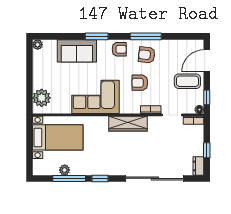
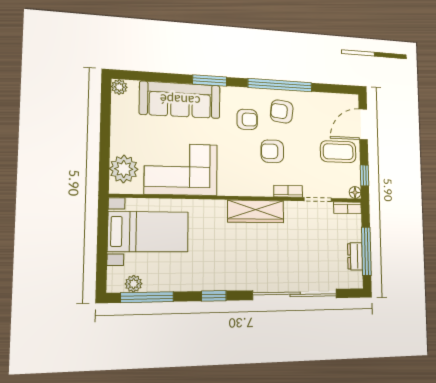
window: (146, 36) -> (280, 85), width x1.46
armchair: (119, 49) -> (247, 119), moved
sofa: (77, 51) -> (180, 100), width x1.36
corner sofa: (95, 97) -> (181, 169), moved
window: (207, 150) -> (366, 251), width x2.17
dresser: (198, 166) -> (355, 256), moved
plant: (65, 170) -> (134, 284), moved
window: (69, 178) -> (147, 297), moved

